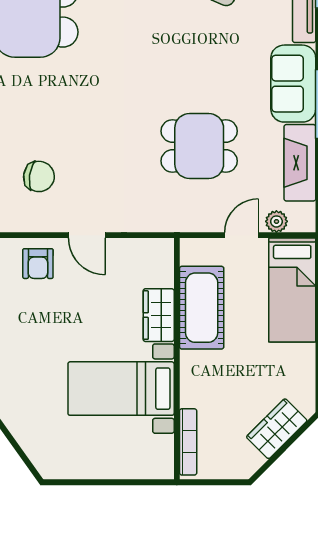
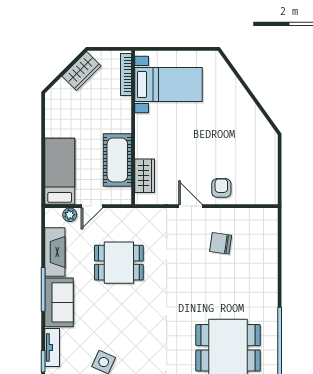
wardrobe: (159, 315) -> (145, 176), moved
bed with nightstands: (121, 389) -> (169, 84), moved
wardrobe: (277, 429) -> (82, 71), moved

